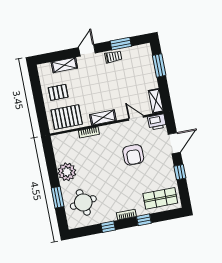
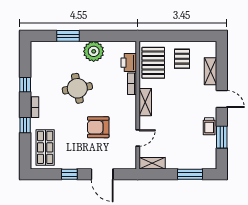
printer: (157, 122) -> (129, 63), moved
round table: (83, 202) -> (77, 88), moved

